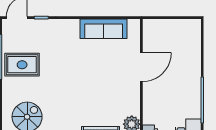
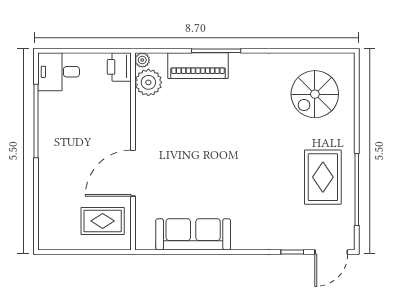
rug: (160, 37) -> (103, 221), added
rug: (22, 65) -> (323, 177), turned 90

